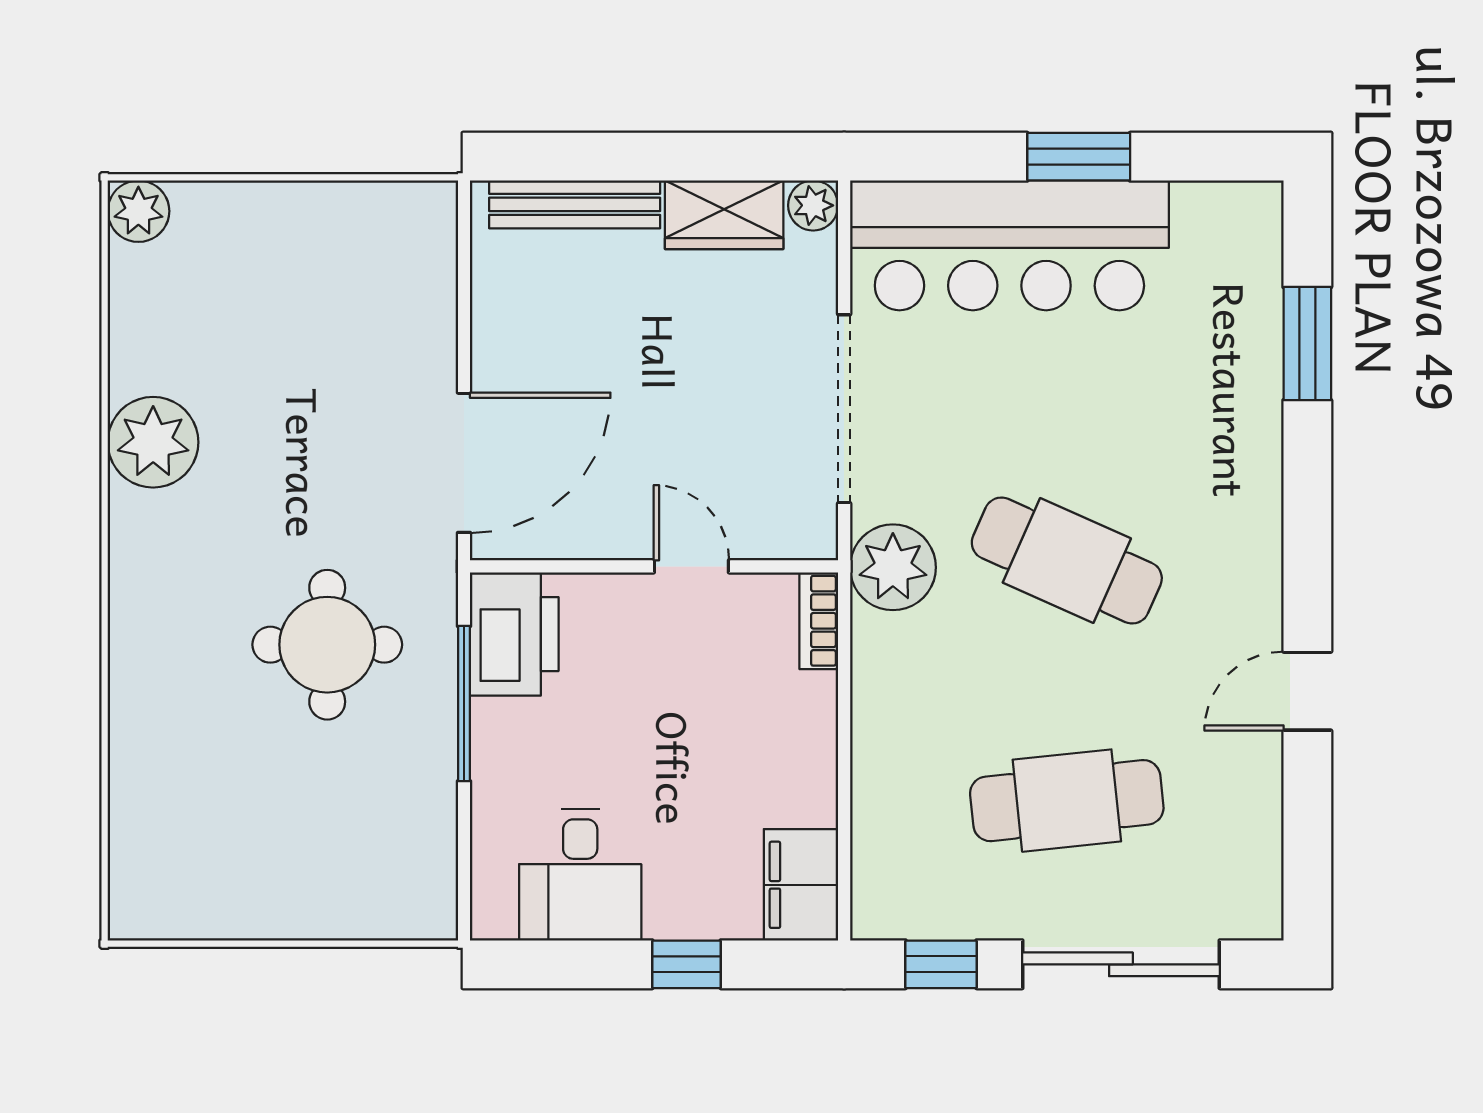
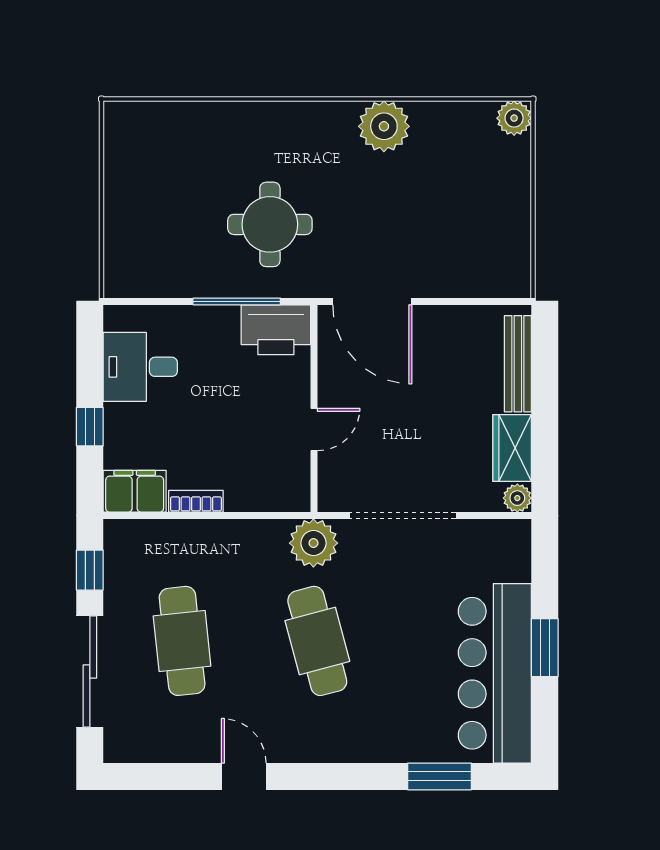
bar counter: (1009, 245) -> (495, 673), moved
cafe table: (1067, 560) -> (317, 641), turned -39
bookcase: (819, 621) -> (196, 501), moved

